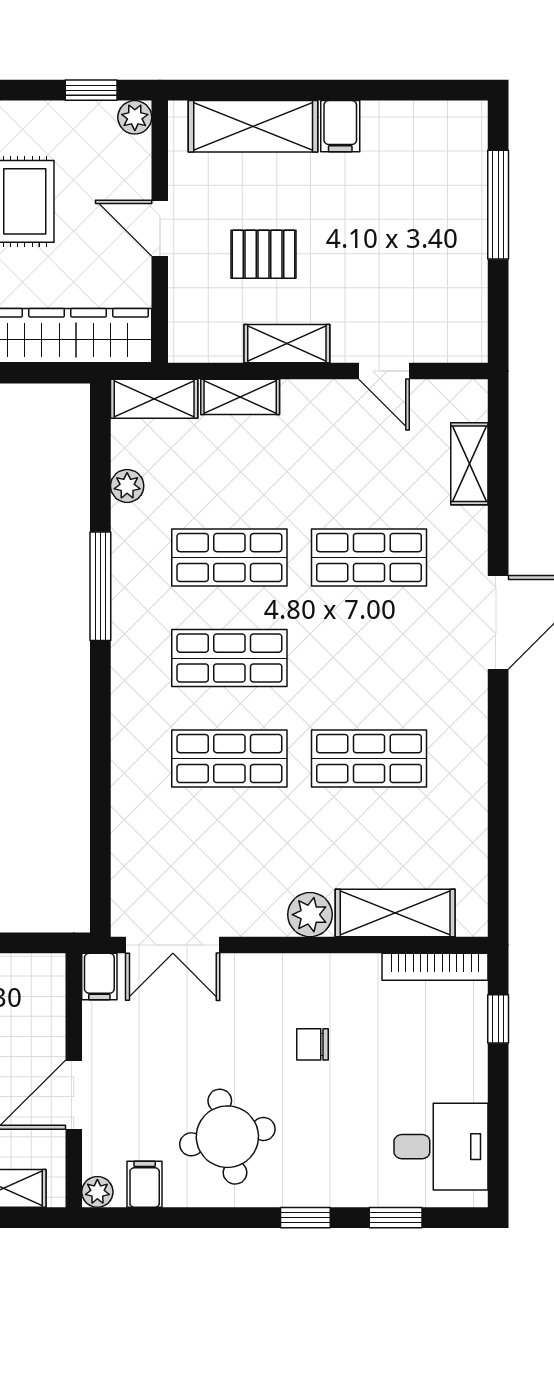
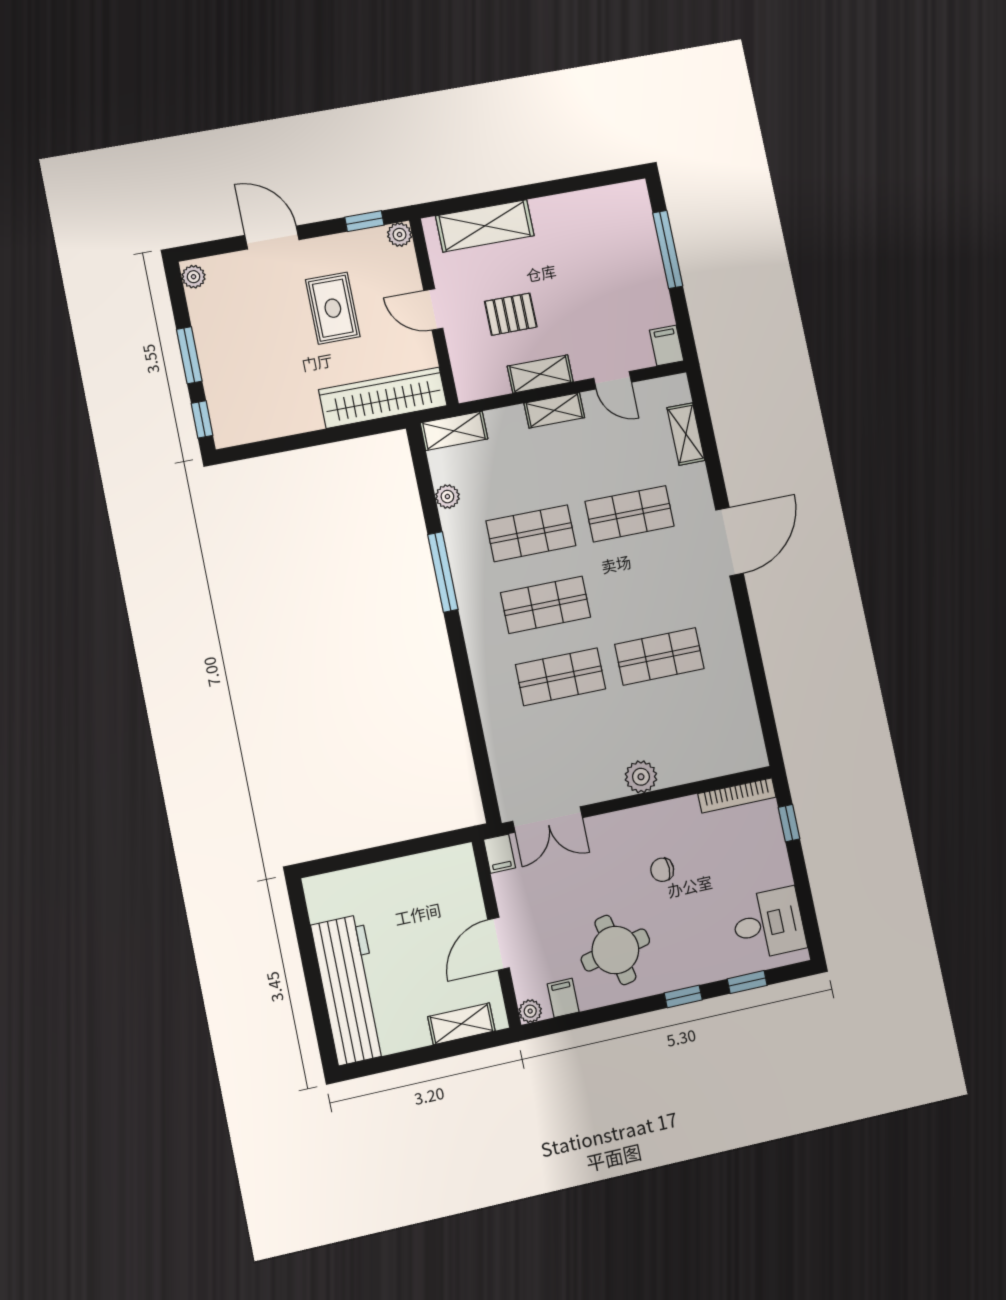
filing cabinet: (340, 126) -> (667, 345), moved, turned 180
shelving: (240, 397) -> (554, 410), moved
shelving: (395, 913) -> (701, 763), removed

